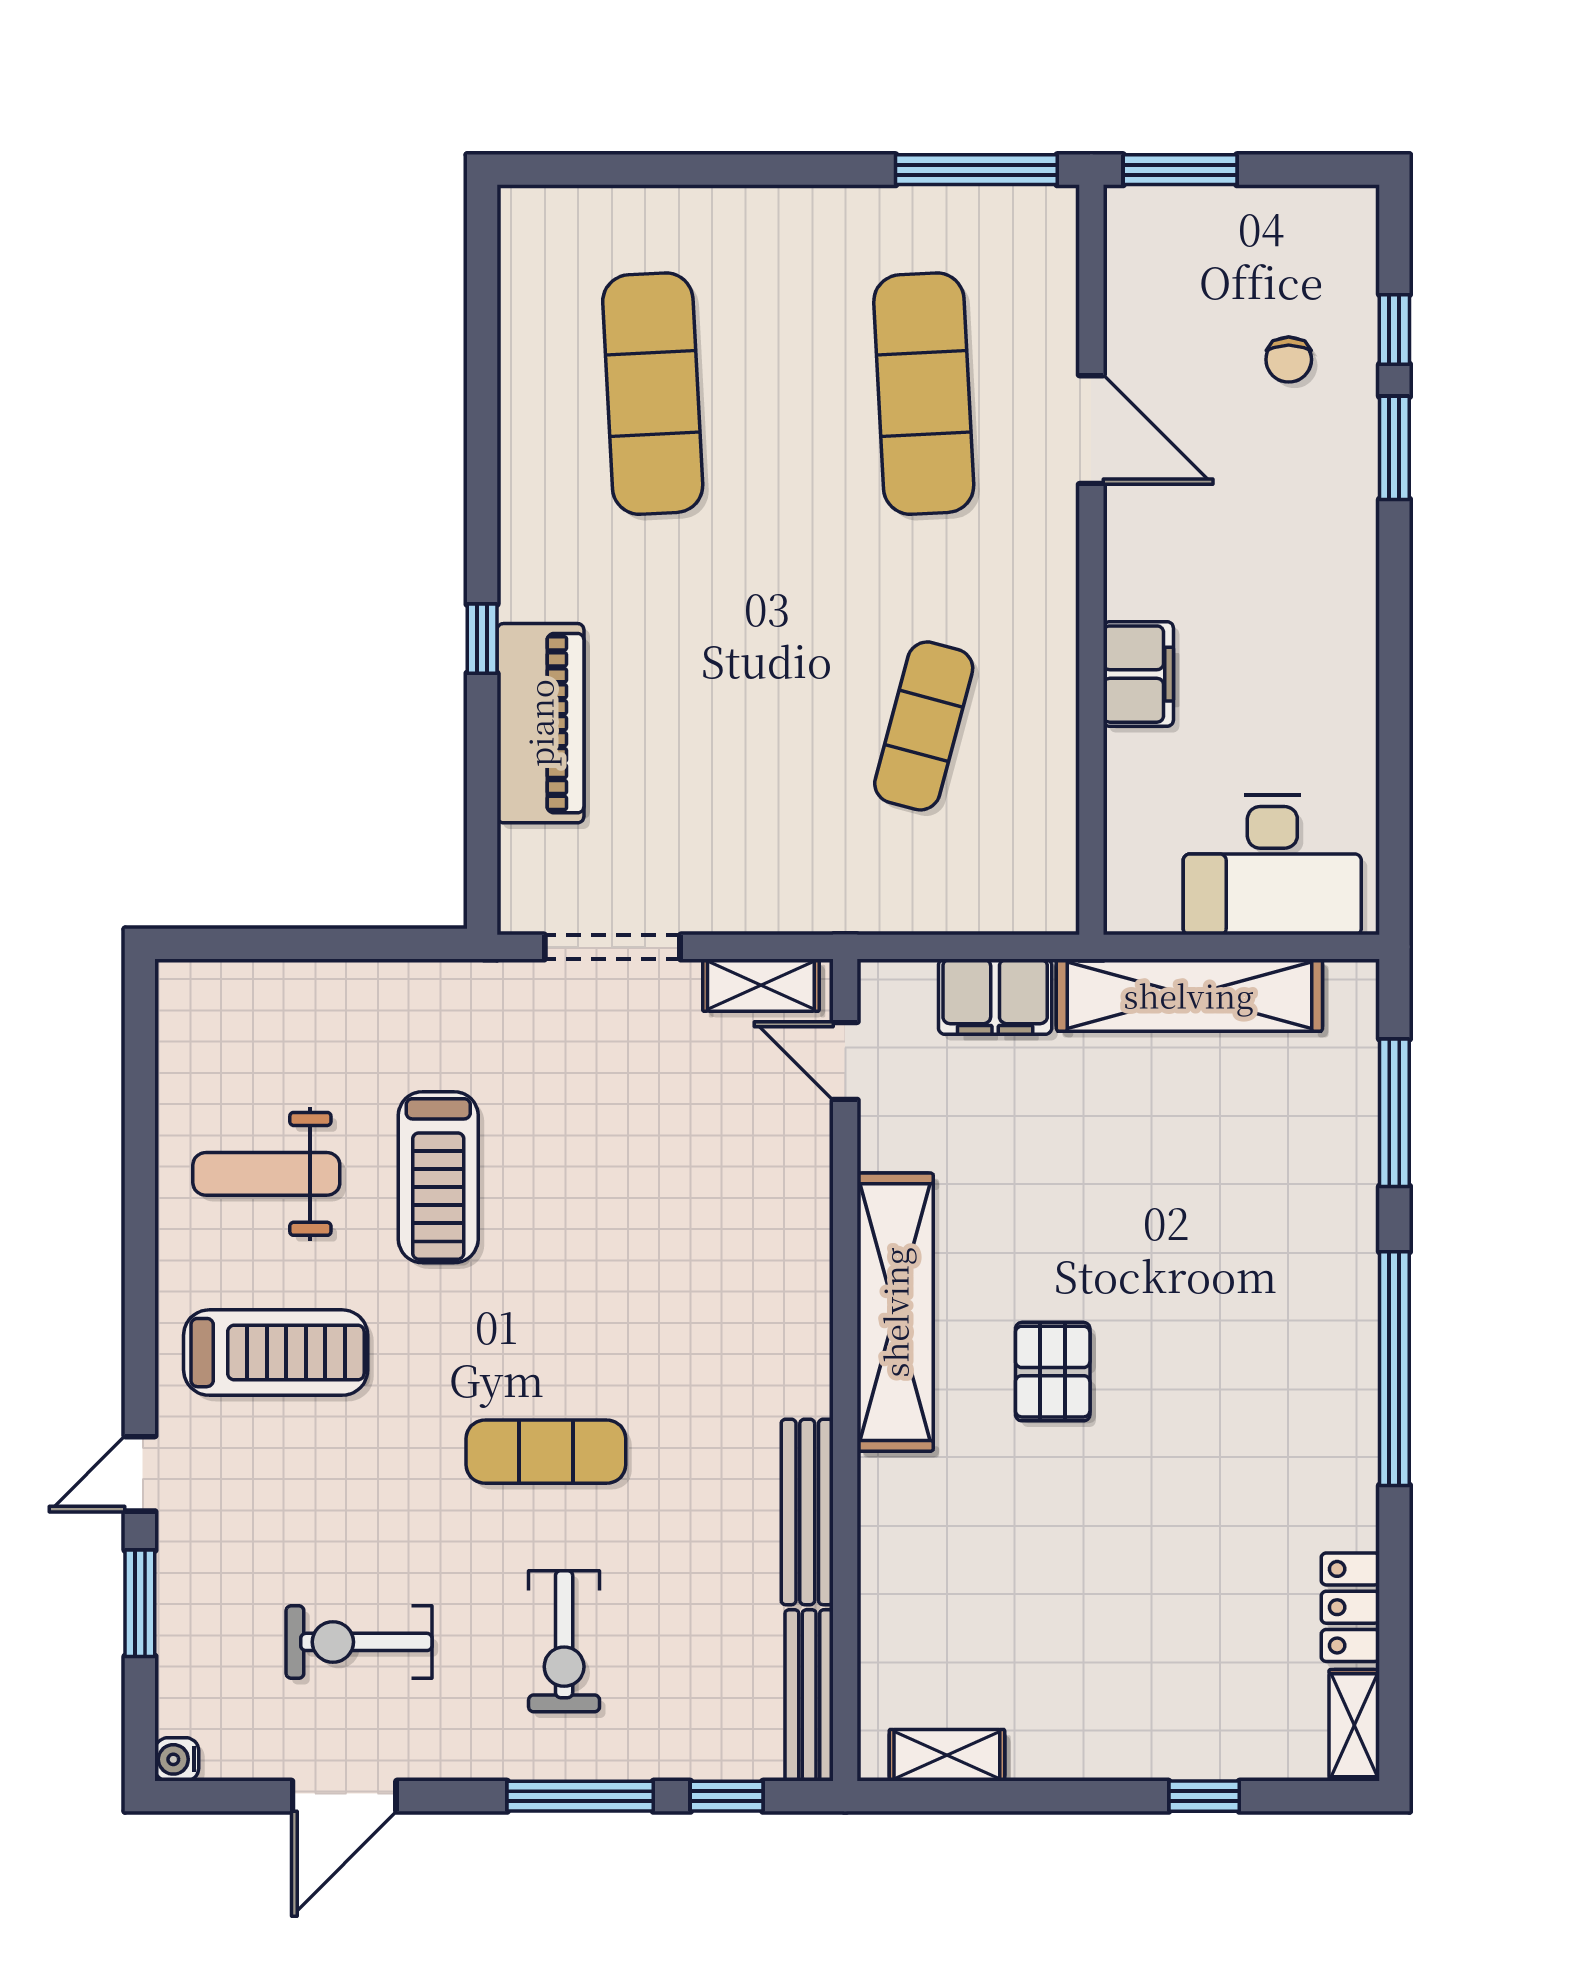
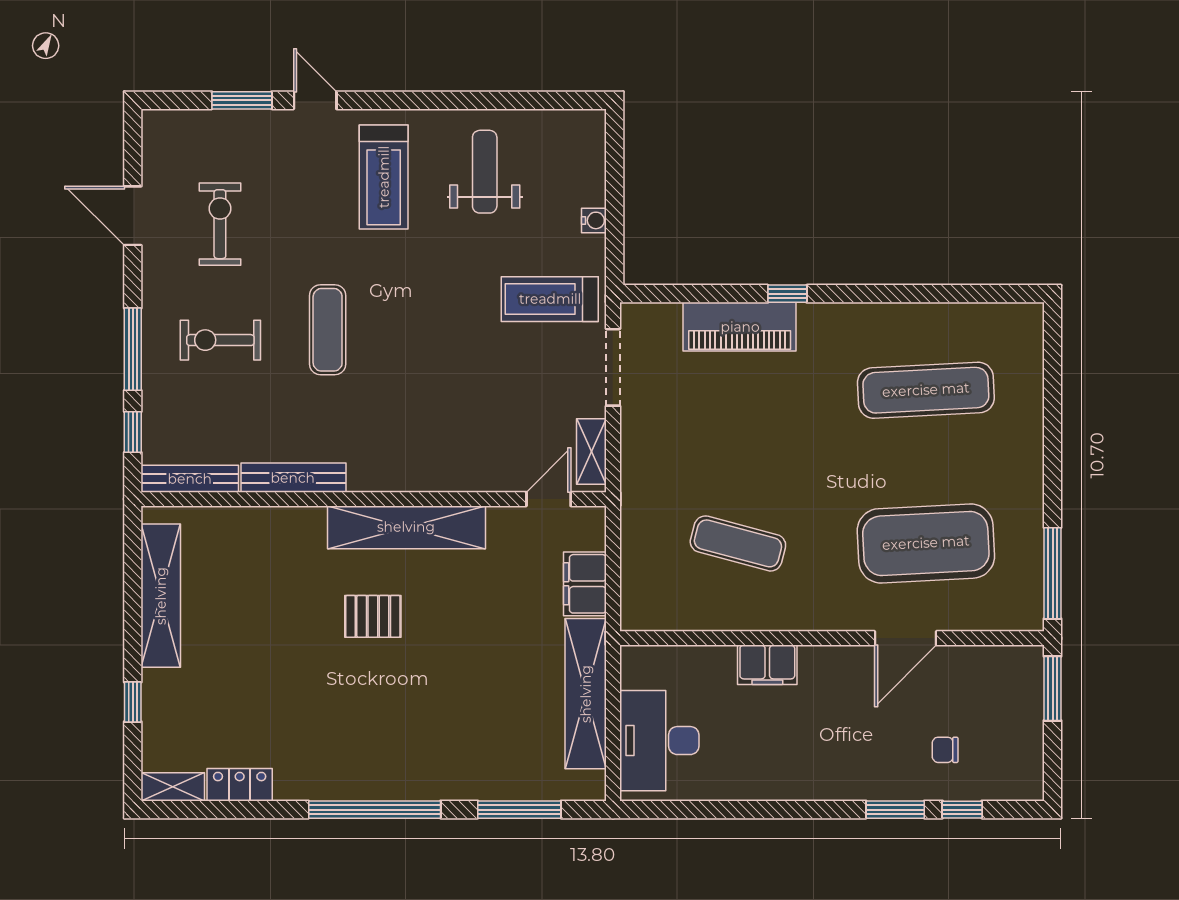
exercise mat: (924, 394) -> (926, 543), width x1.47
treadmill: (438, 1177) -> (550, 299), moved
shelving: (947, 1755) -> (161, 596), width x2.20, depth x1.33
water cooler: (177, 1759) -> (594, 220), moved, turned 90

